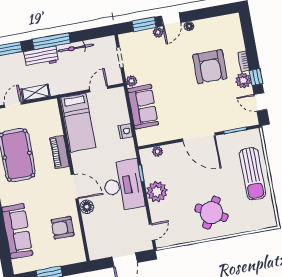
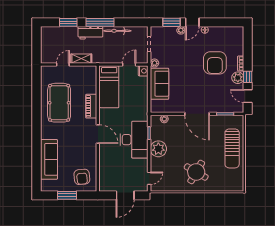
nightstand: (126, 131) -> (143, 71), moved
floor lamp: (87, 207) -> (104, 151), removed
armchair: (63, 228) -> (82, 177), moved, turned -96

